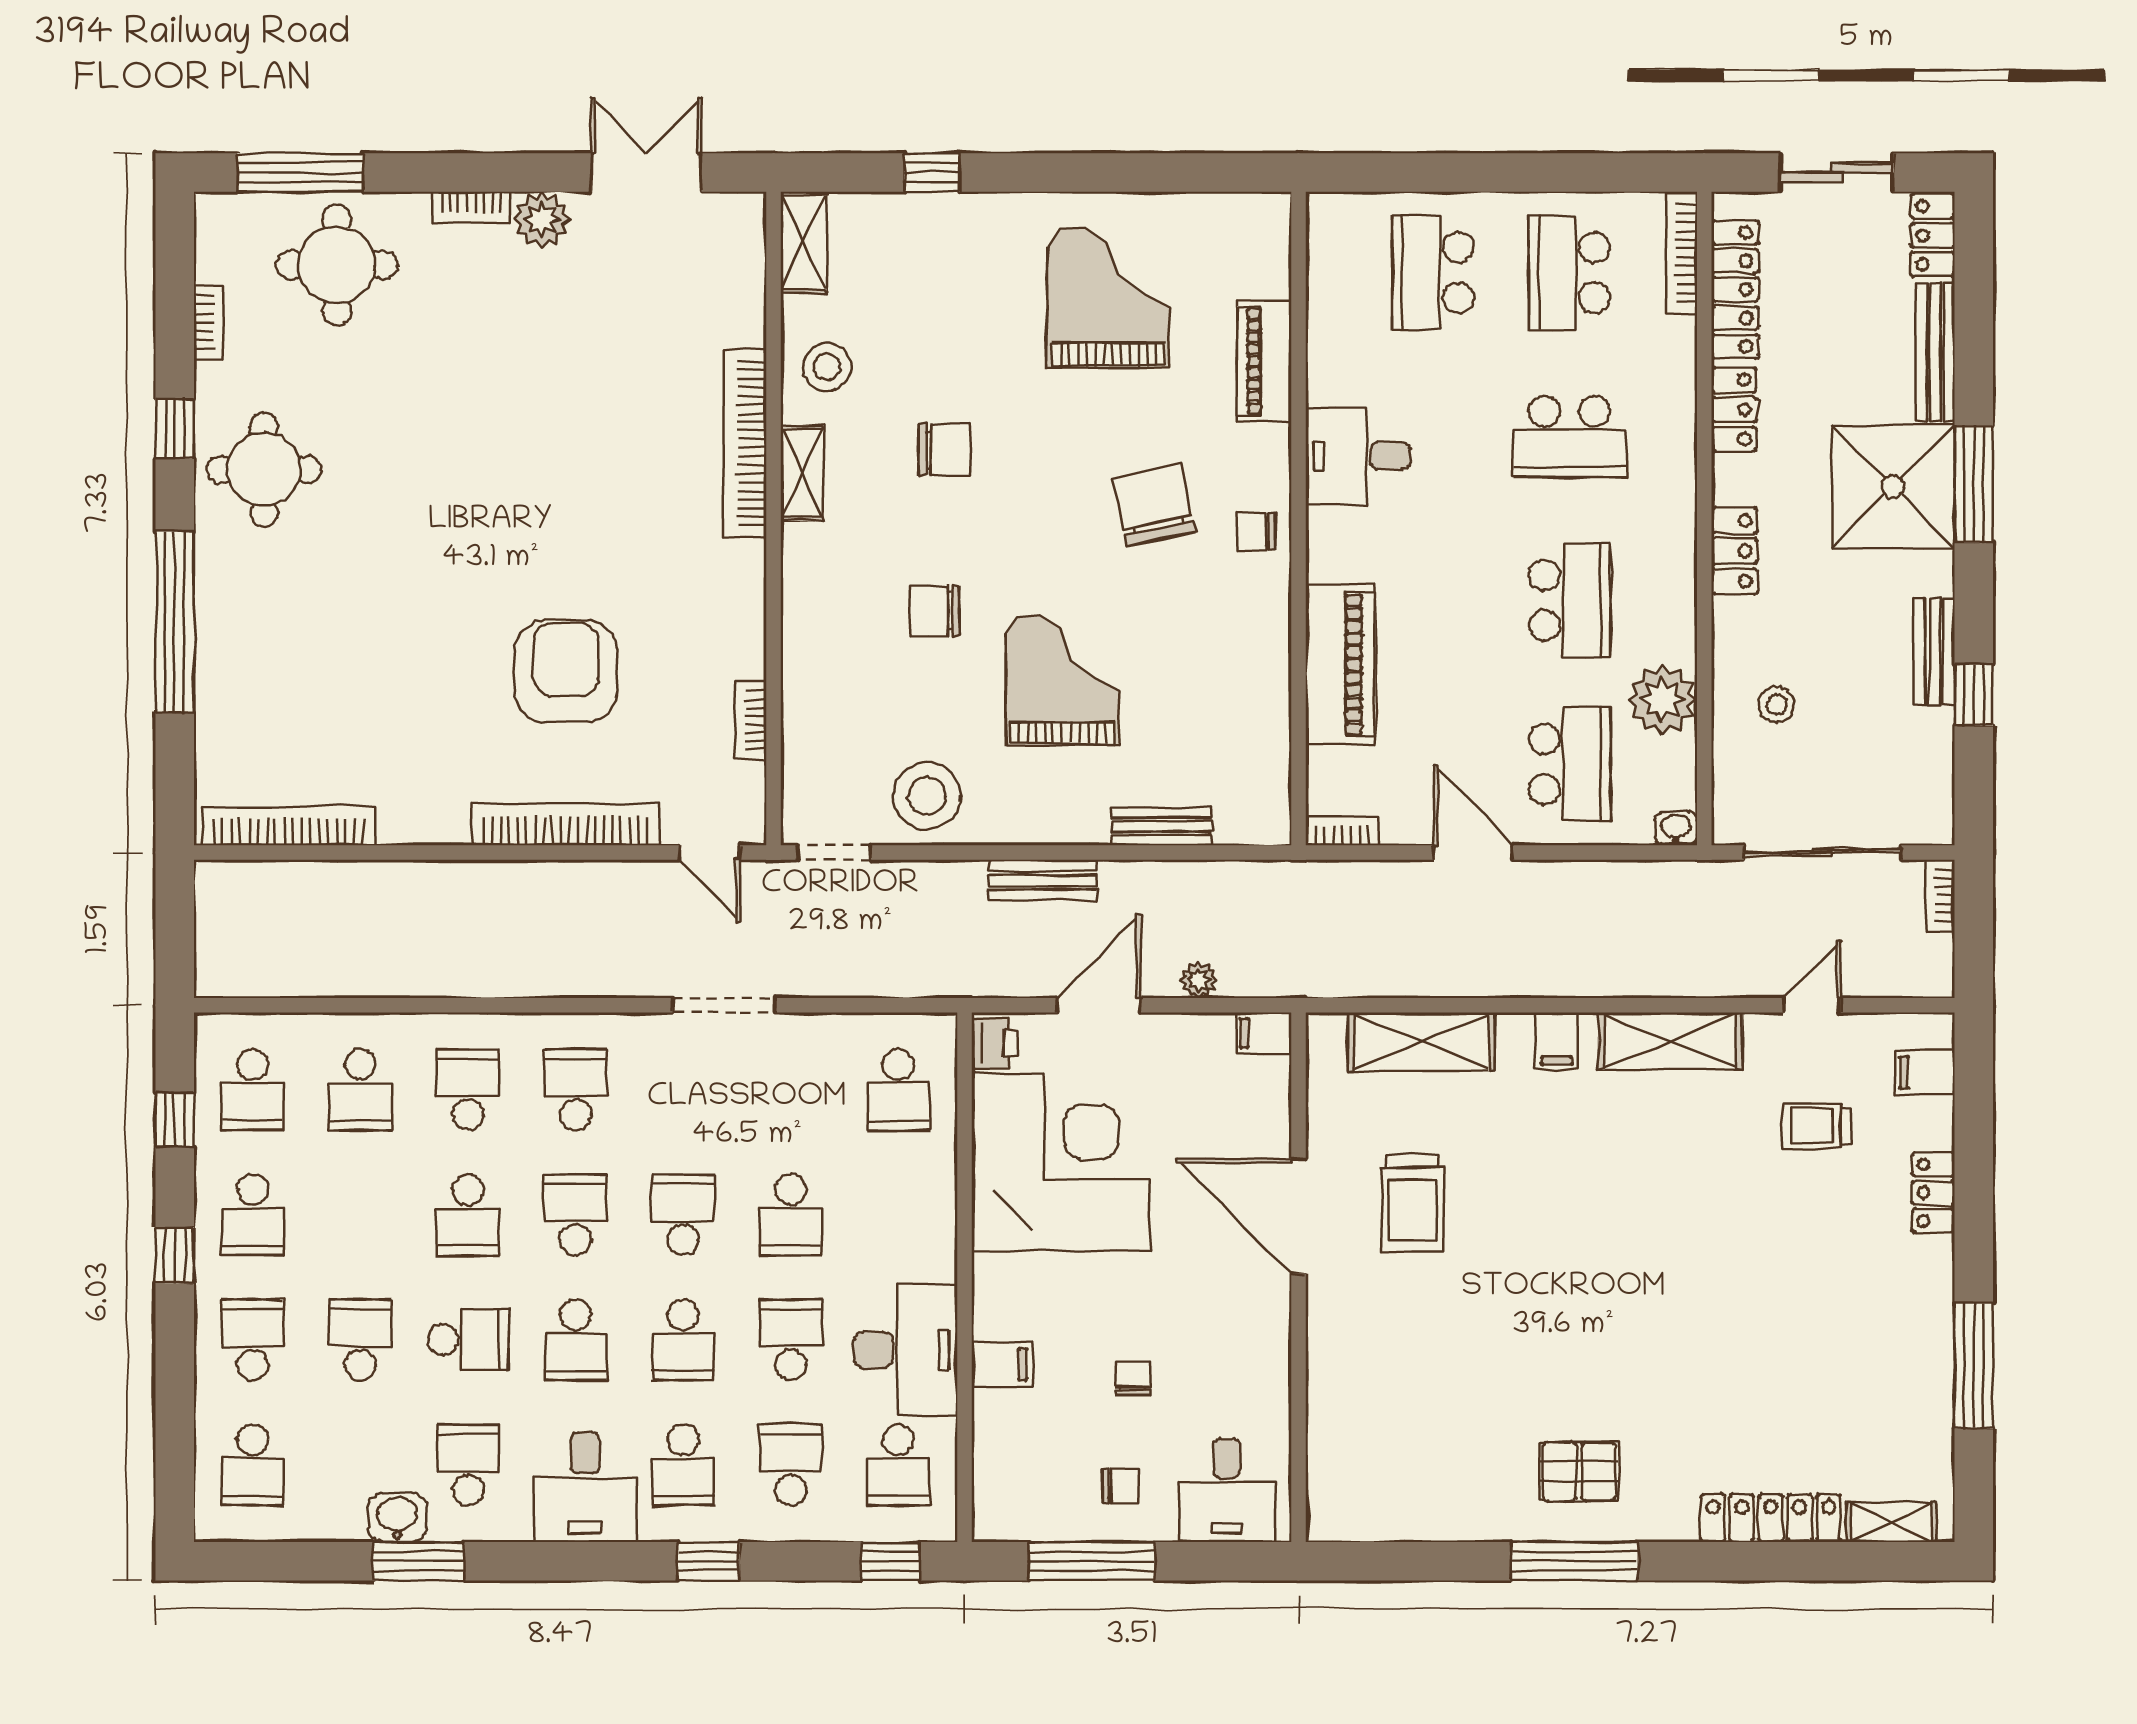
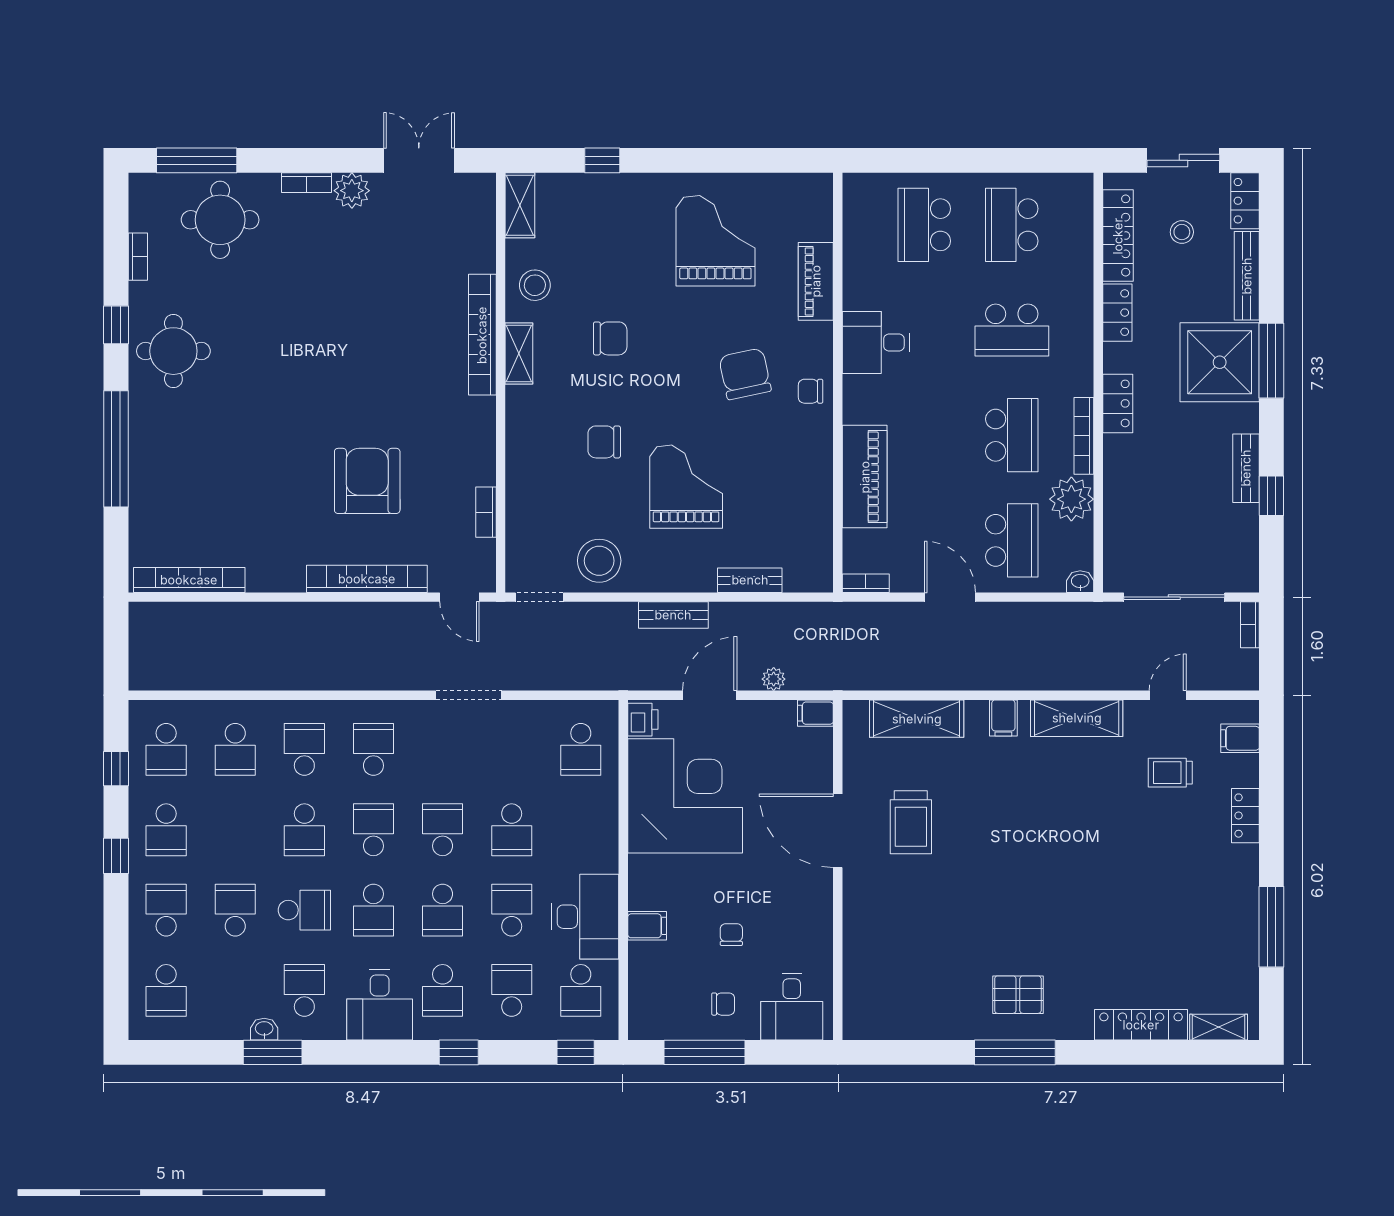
bookcase: (1682, 253) -> (1084, 436), moved
stool: (1777, 705) -> (1182, 232), moved
washbasin: (397, 1517) -> (264, 1029), width x0.72, depth x0.69

